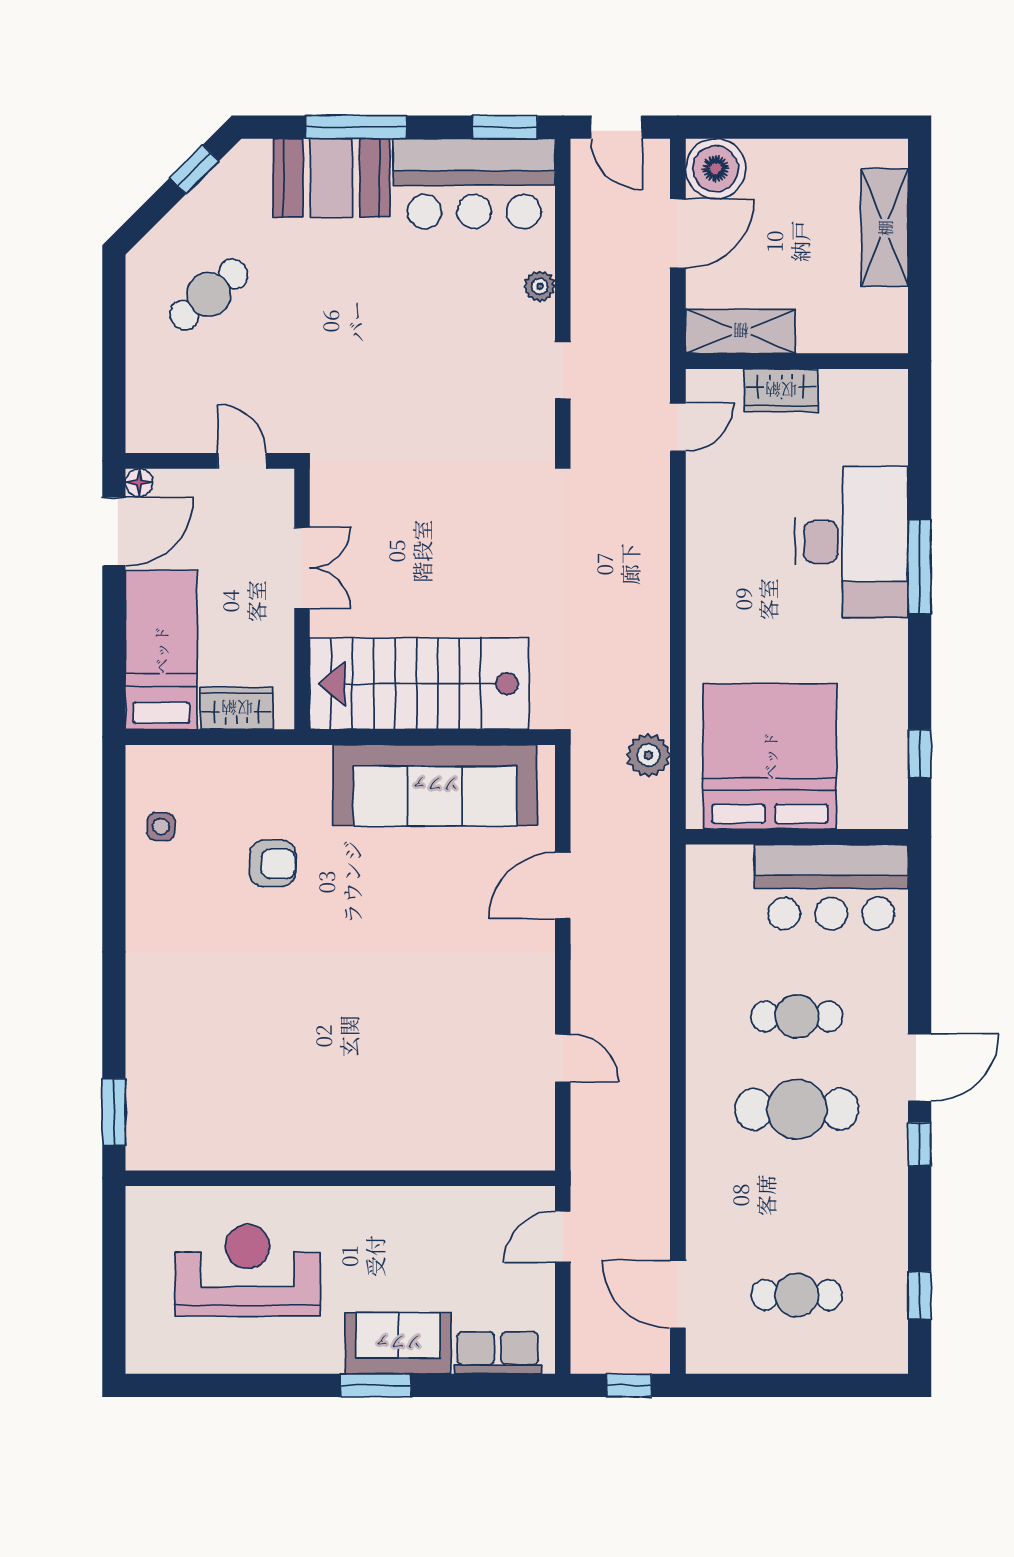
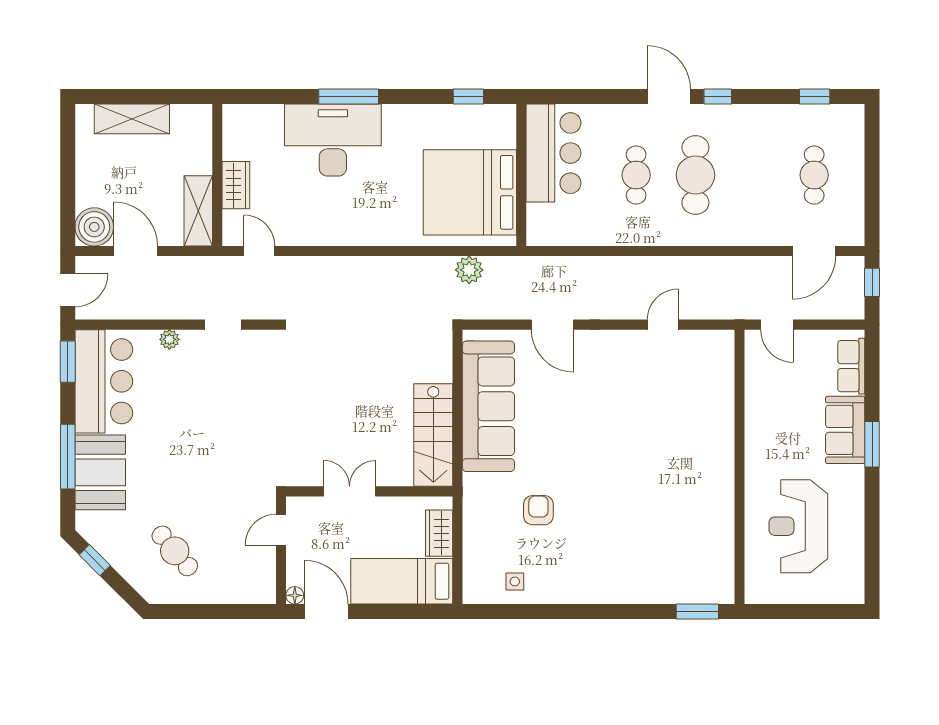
stairs: (419, 684) -> (433, 435), width x0.73, depth x0.66

